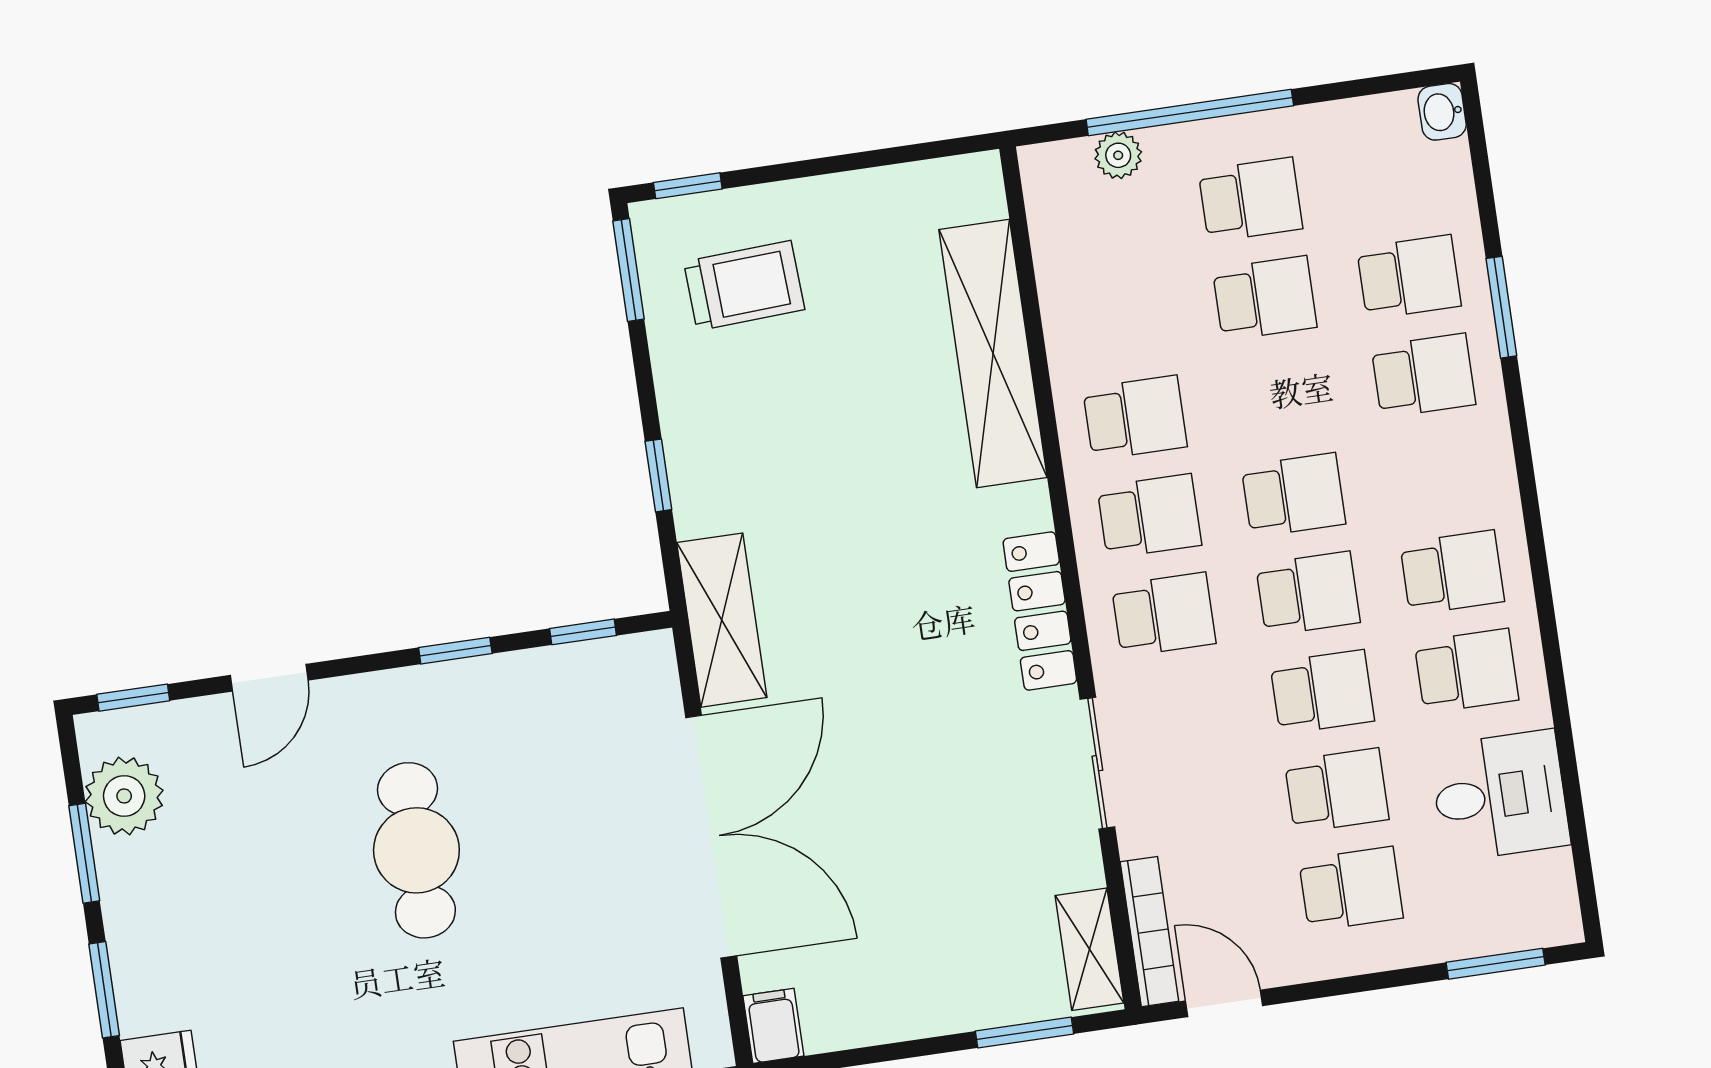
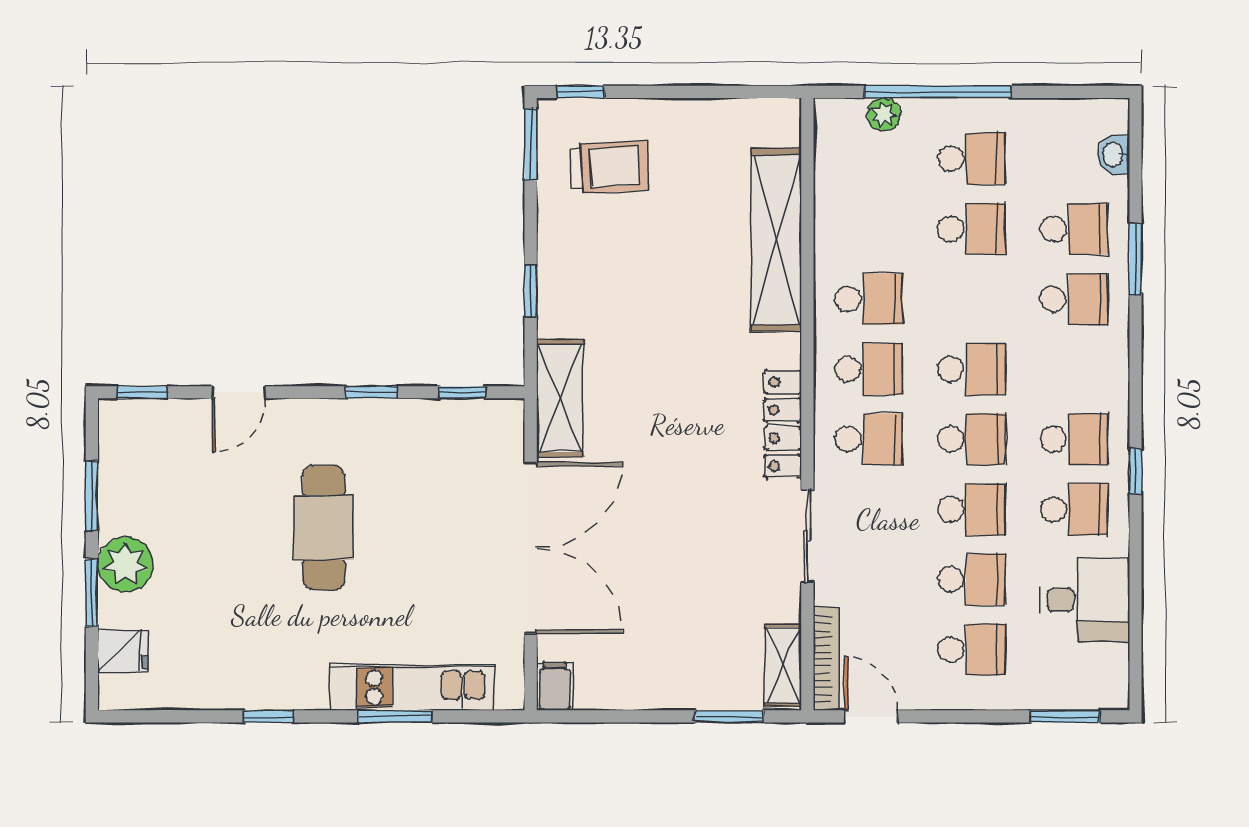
washbasin: (1442, 112) -> (1114, 155), moved
window: (1545, 605) -> (1135, 471), added
plant: (124, 796) -> (125, 564), moved

